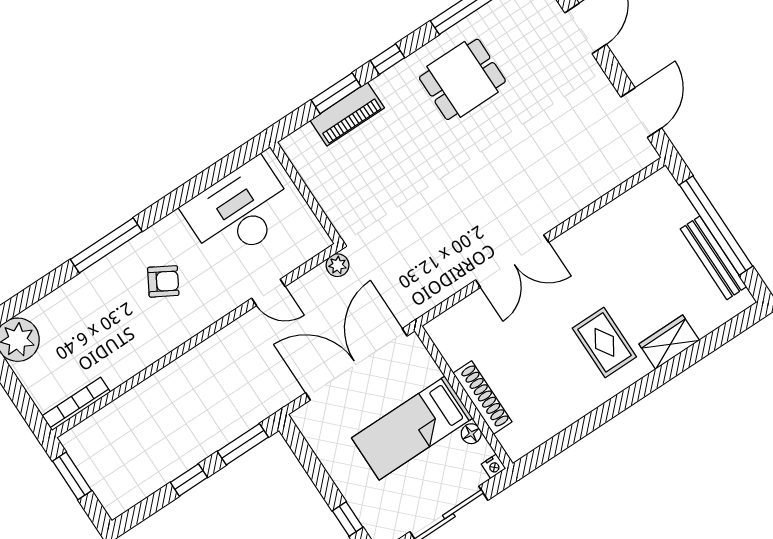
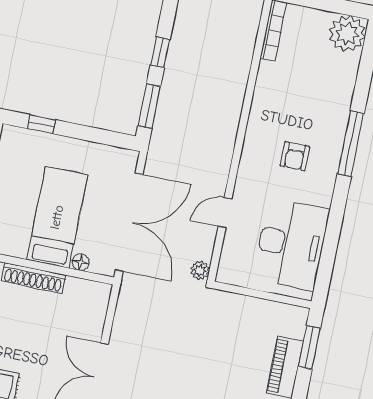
window: (336, 93) -> (309, 347), moved
armchair: (163, 281) -> (295, 156), turned -30
floor lamp: (471, 434) -> (81, 262), moved

